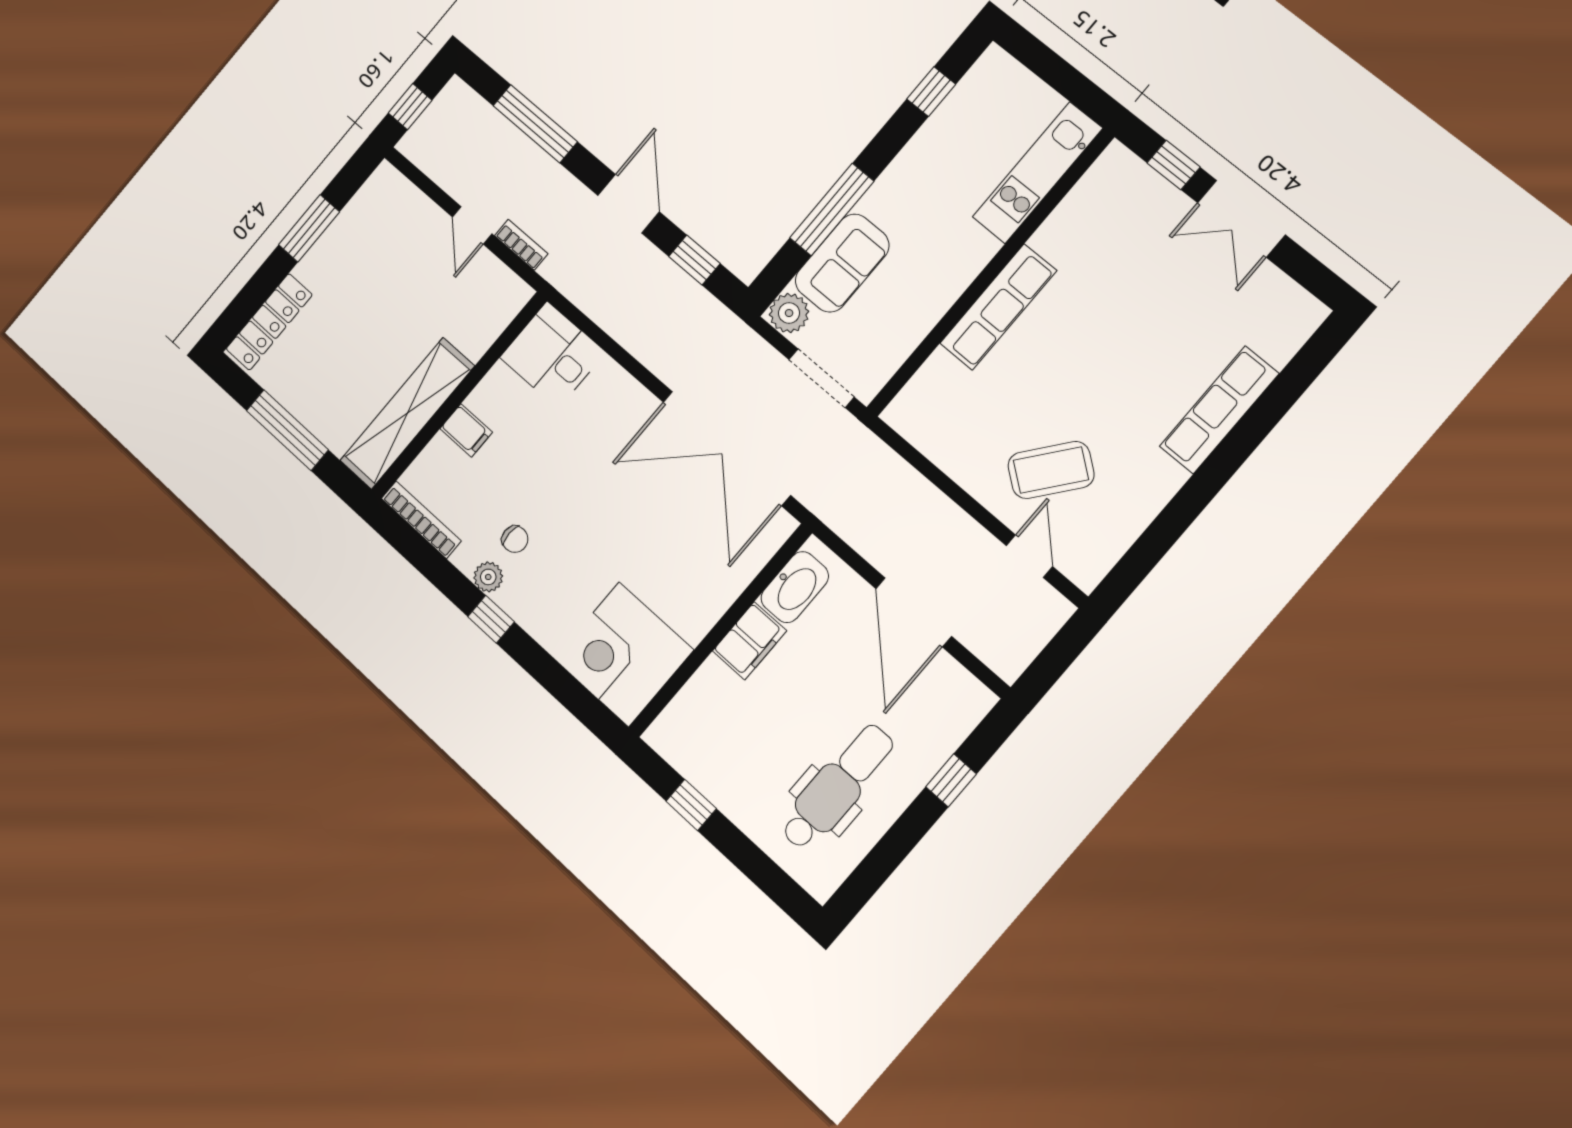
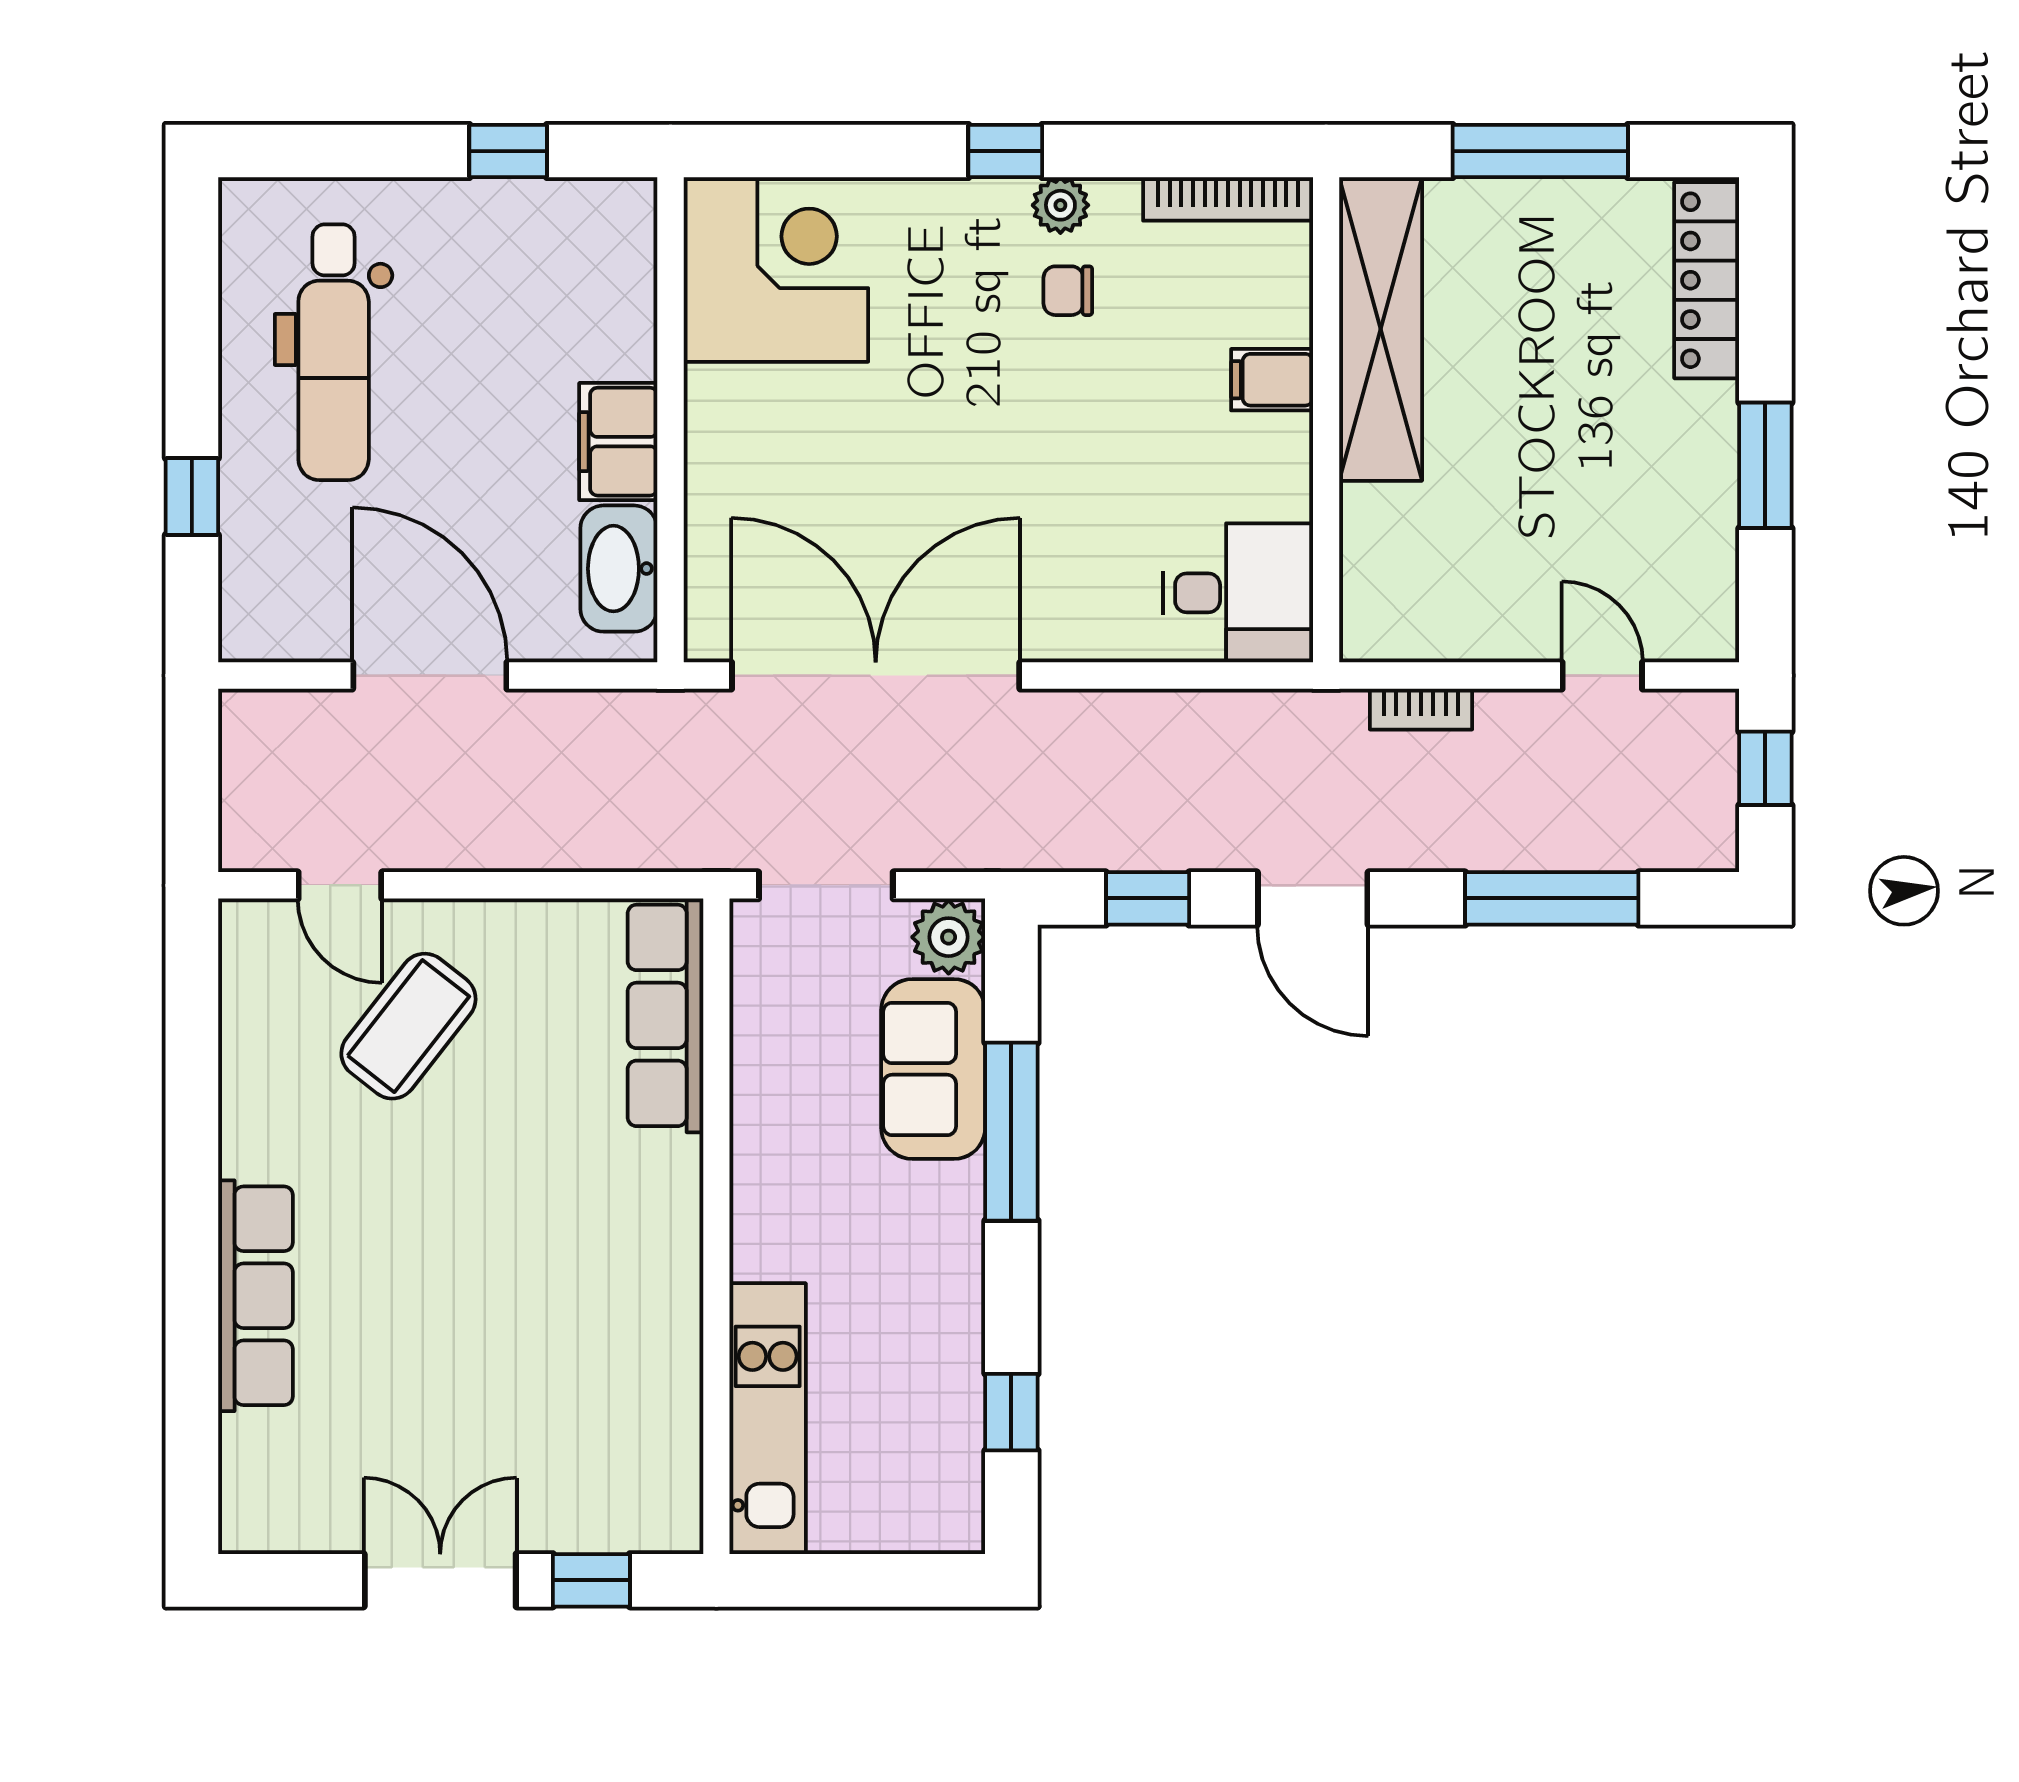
door: (472, 225) -> (1602, 676), moved
row of seats: (998, 307) -> (665, 1015), moved

